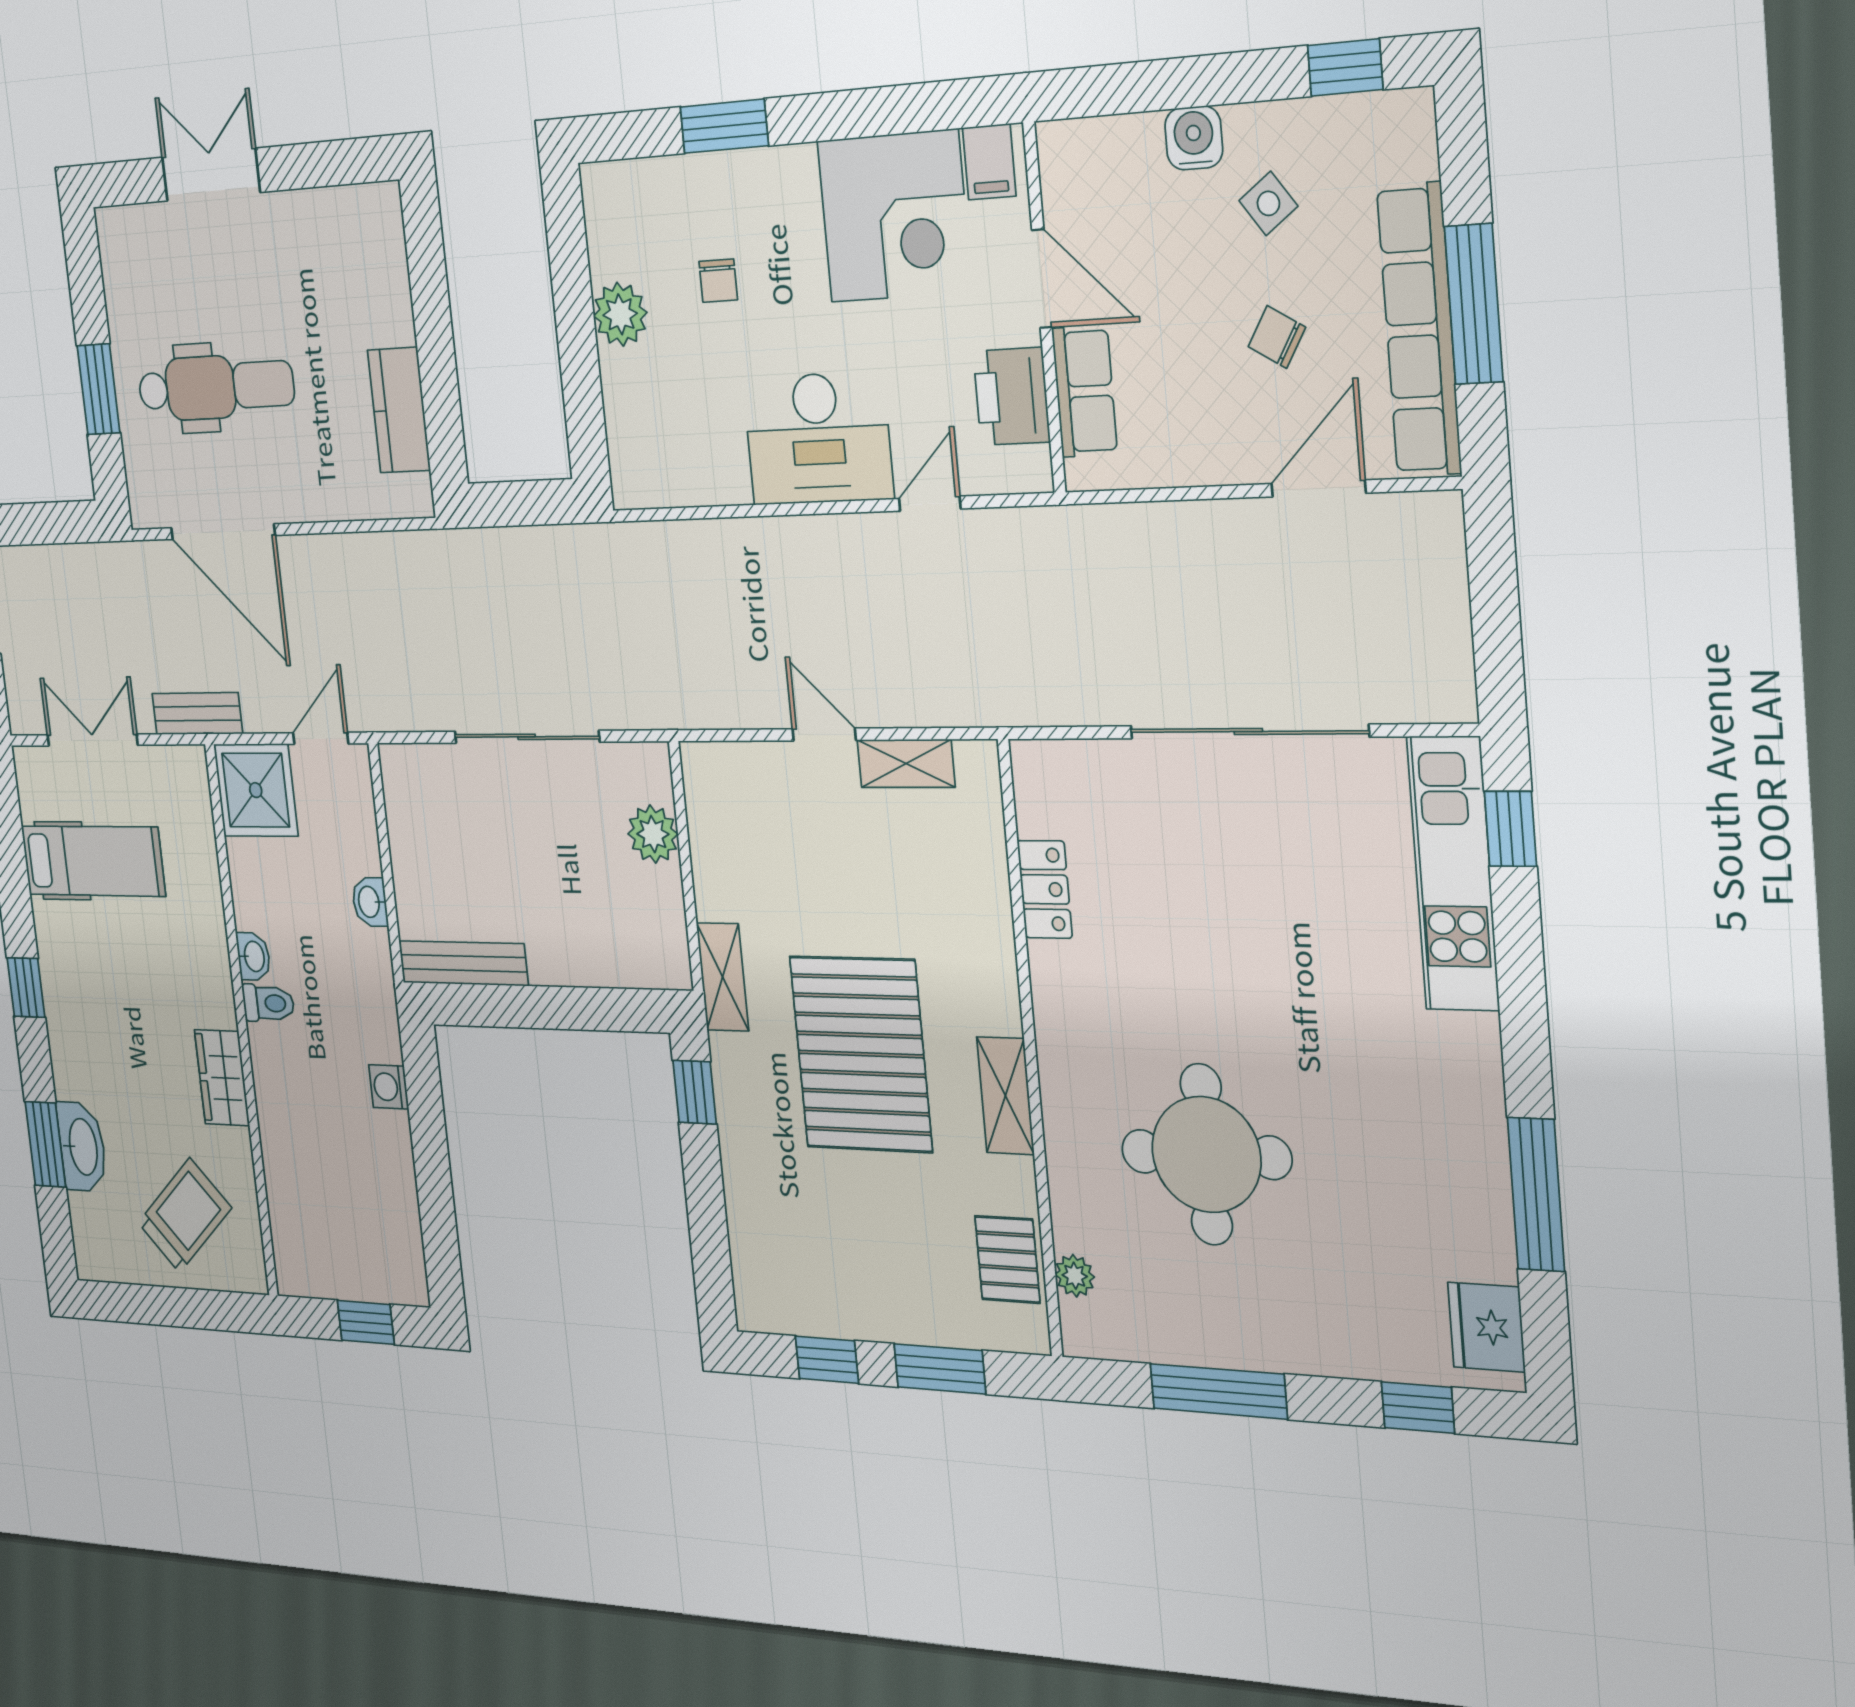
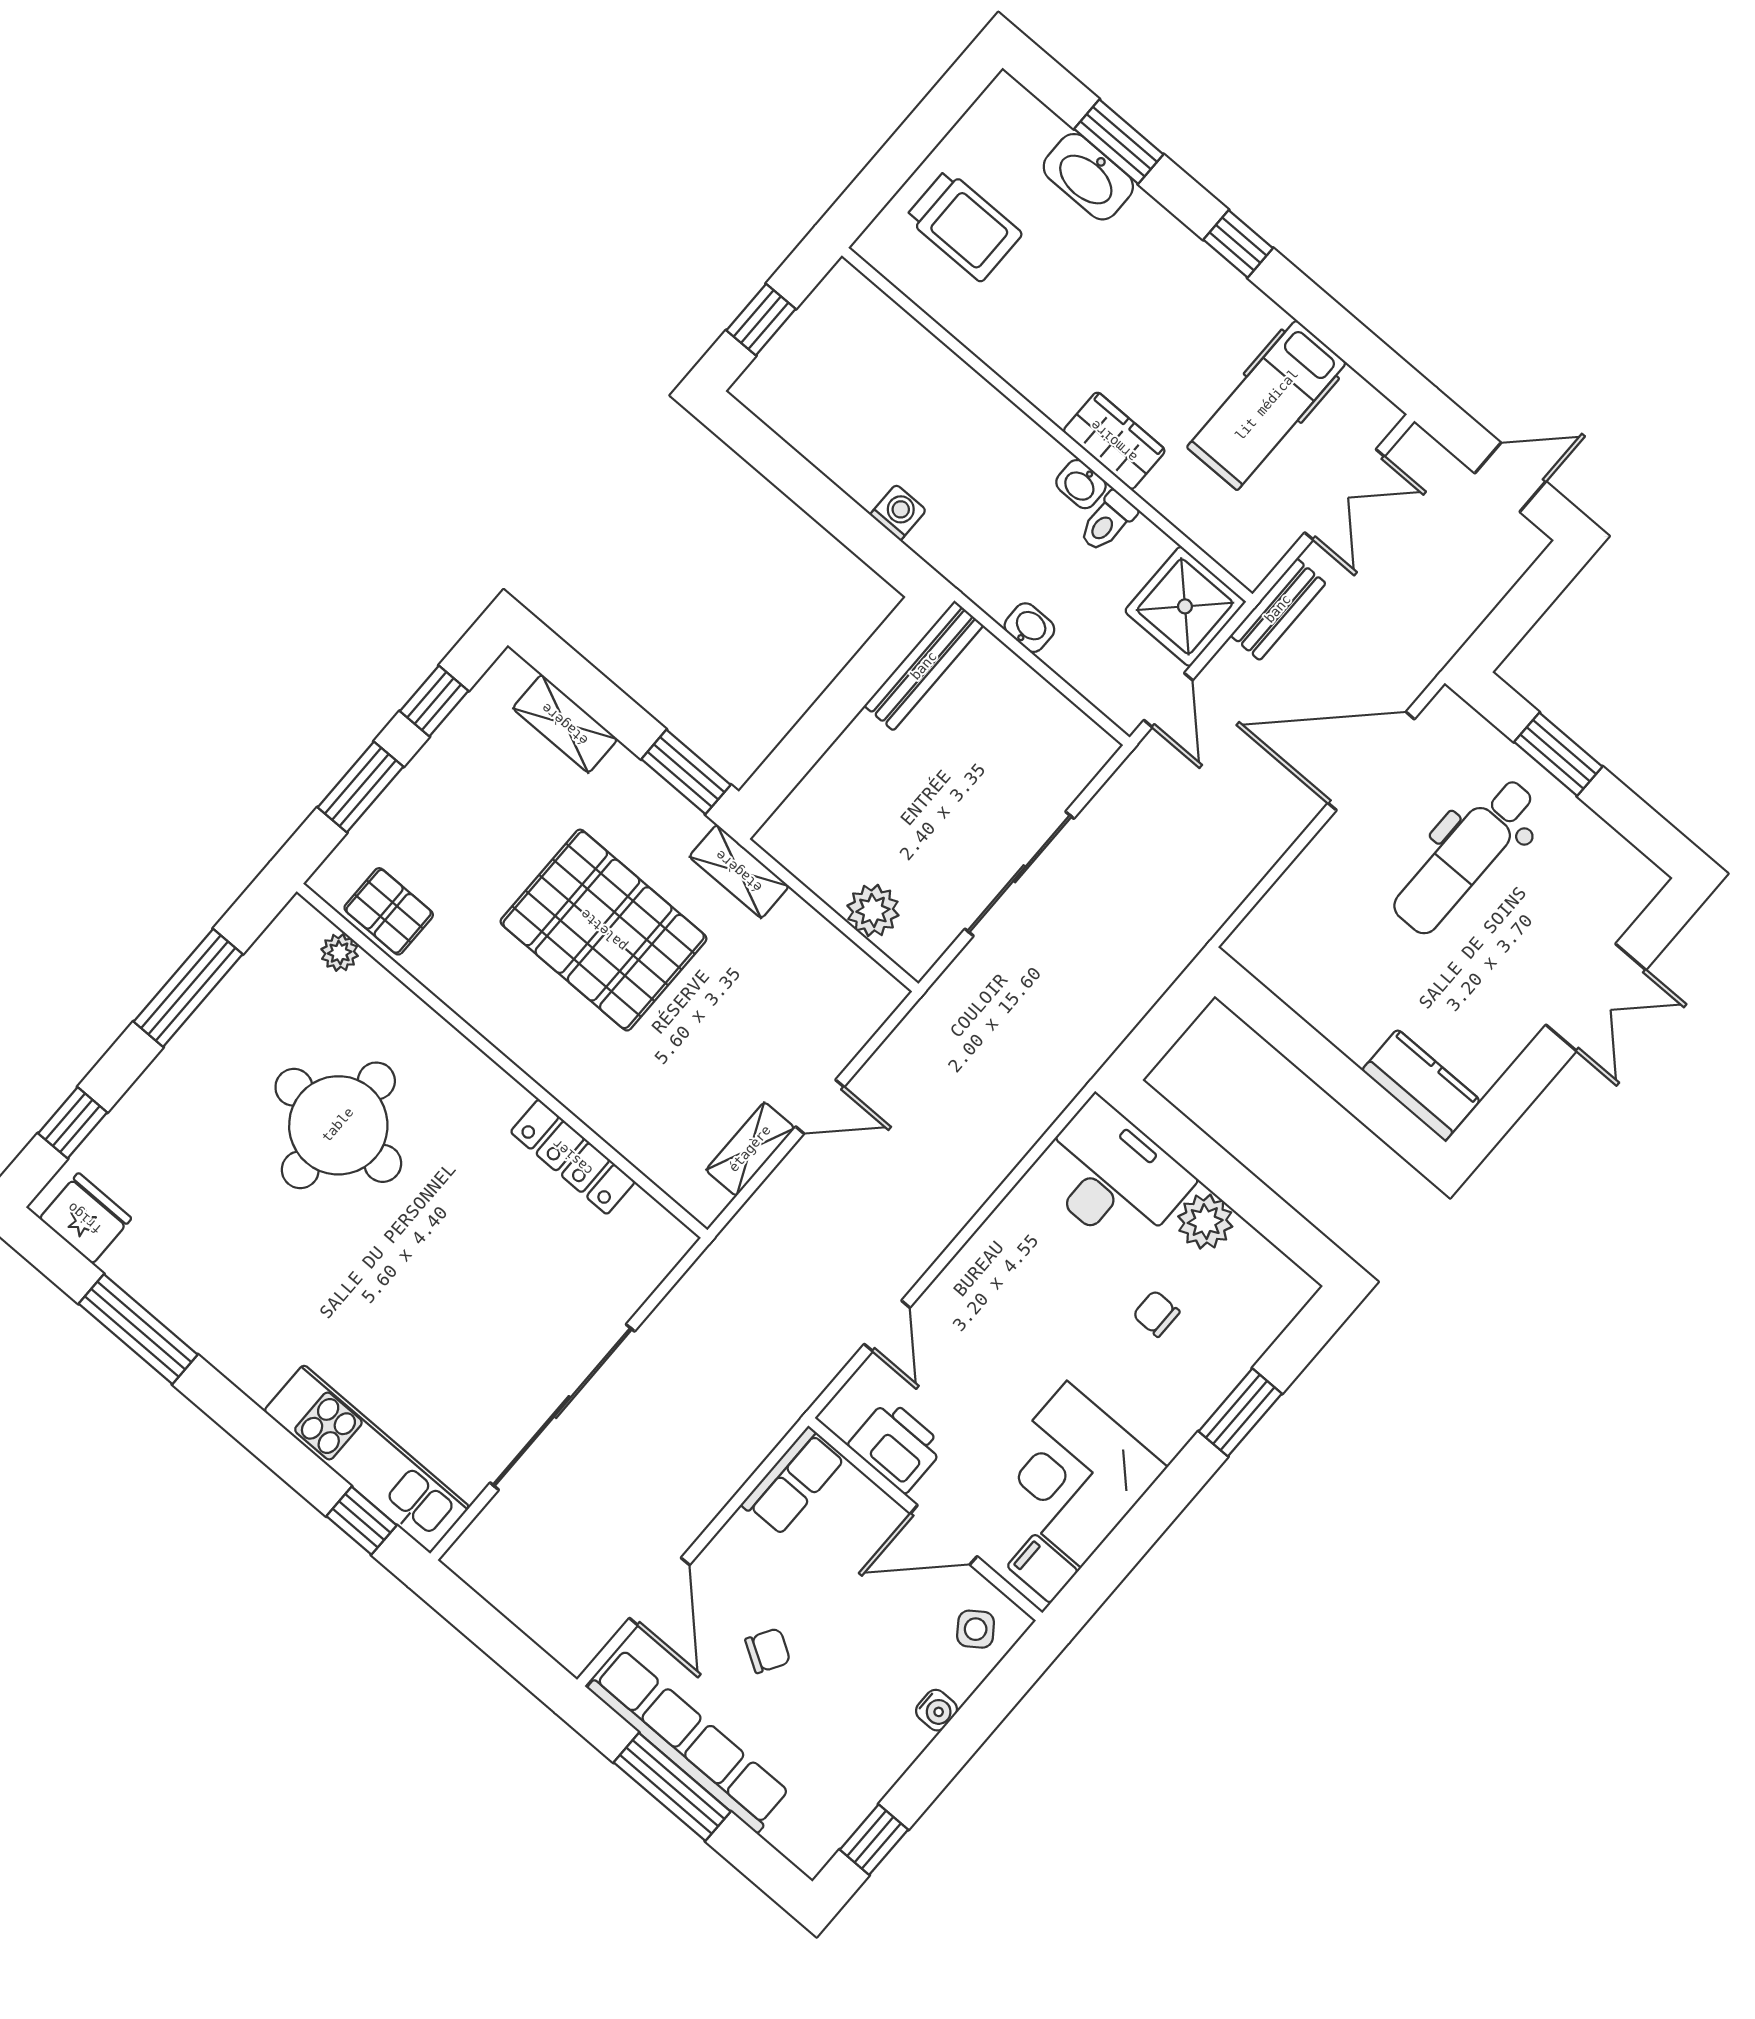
water cooler: (1194, 138) -> (936, 1710), width x0.72, depth x0.72
side table: (1268, 203) -> (976, 1629), moved
row of seats: (1085, 391) -> (793, 1481), moved, turned -90
kitchen counter: (399, 410) -> (1421, 1085), moved
desk: (818, 438) -> (1112, 1176), moved, turned 90
locker: (1045, 889) -> (573, 1157), width x1.53
toilet: (268, 1003) -> (1108, 522), moved
wardrobe: (222, 1078) -> (1114, 441), moved
window: (695, 1092) -> (686, 772), width x1.50
shelving: (1005, 1096) -> (565, 724), moved
trolley: (185, 1215) -> (964, 226), turned -47

